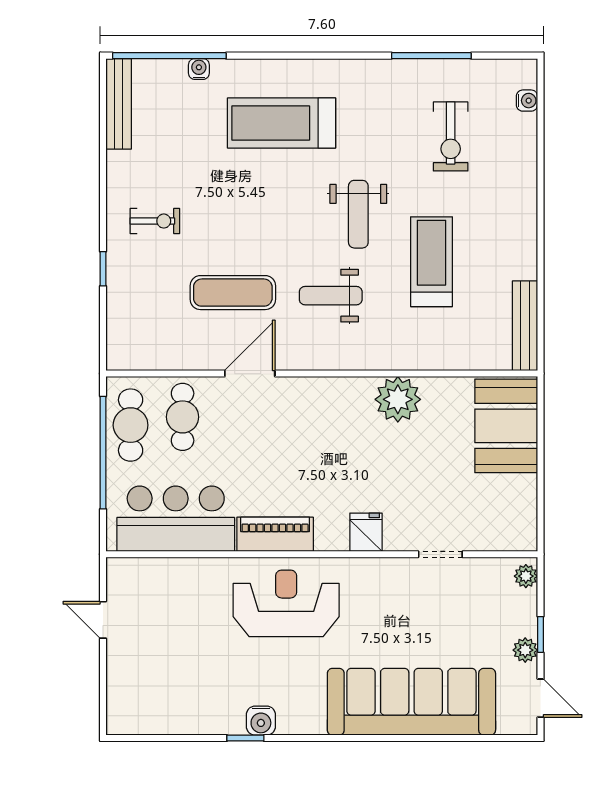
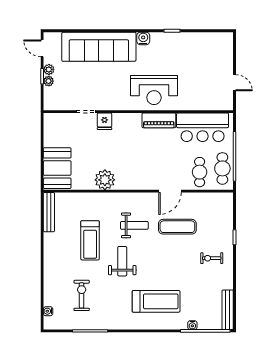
fridge: (366, 532) -> (105, 121), moved
plant: (526, 576) -> (49, 81), moved
water cooler: (261, 721) -> (143, 38), moved

